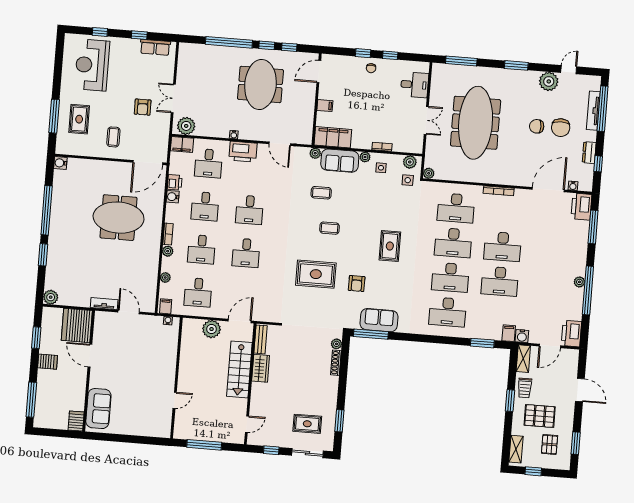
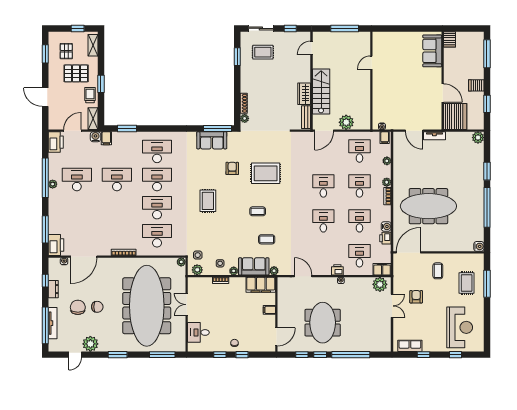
meeting table: (476, 123) -> (147, 306), width x1.36, depth x1.27
printer: (243, 152) -> (337, 270), width x0.53, depth x0.68
meeting table: (119, 218) -> (428, 206), width x1.36
desk: (503, 247) -> (77, 180), moved

